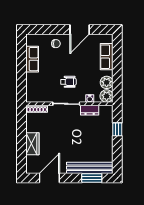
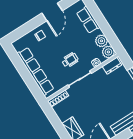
row of seats: (32, 59) -> (36, 71), width x2.02
dresser: (90, 110) -> (112, 66), moved

